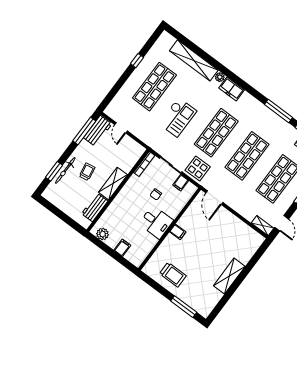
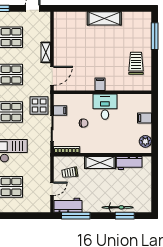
trolley: (87, 172) -> (70, 173), moved
shelving: (262, 226) -> (46, 52), moved

